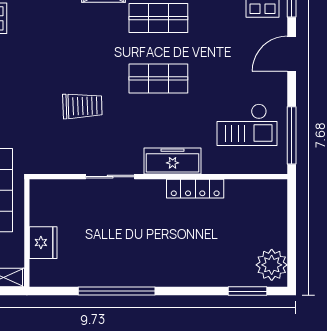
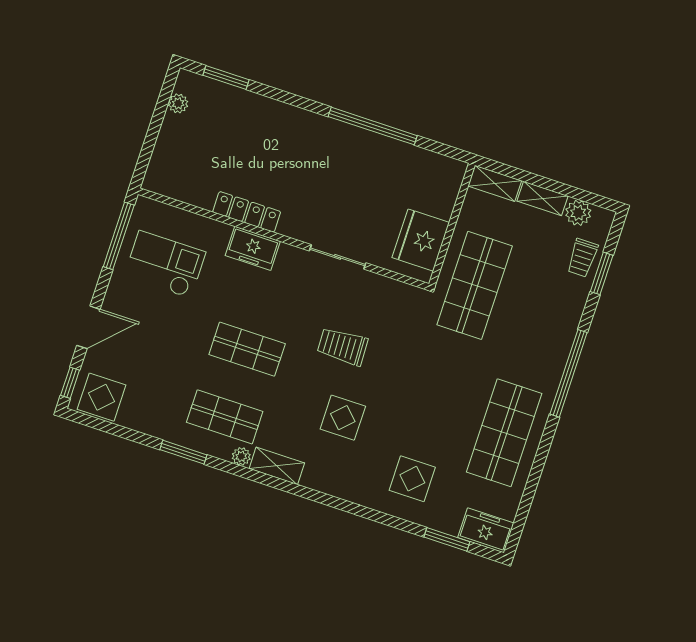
display table: (63, 49) -> (343, 418), added
freezer: (173, 161) -> (253, 248), width x0.71
fridge: (43, 243) -> (421, 240), moved, width x1.36, depth x1.34
plant: (272, 265) -> (178, 103), width x0.53, depth x0.53

